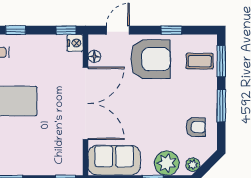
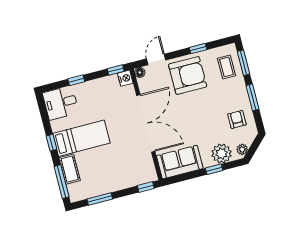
floor lamp: (94, 56) -> (140, 72), moved
coffee table: (200, 61) -> (227, 67), turned 90
armchair: (196, 127) -> (237, 119), turned -90

